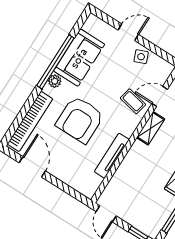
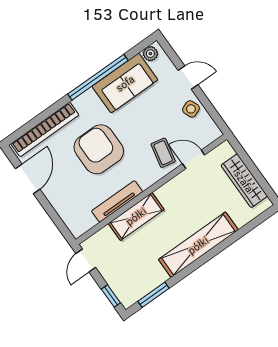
plant: (55, 81) -> (150, 54), moved
armchair: (80, 120) -> (99, 149), turned 90
shelving: (151, 128) -> (136, 216), moved, width x1.50, depth x1.33

